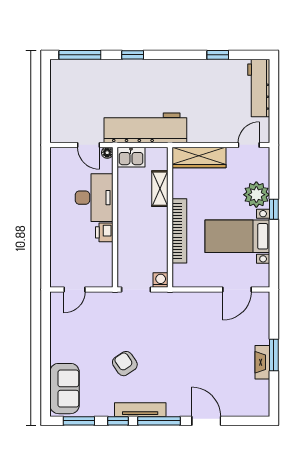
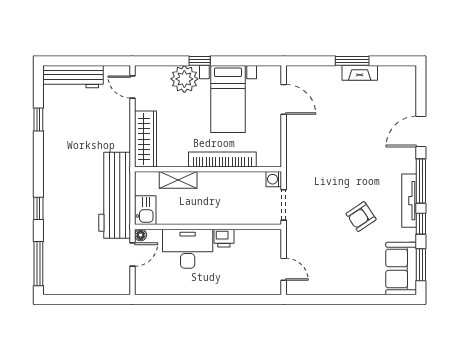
sofa: (65, 389) -> (401, 269), moved, turned -90

